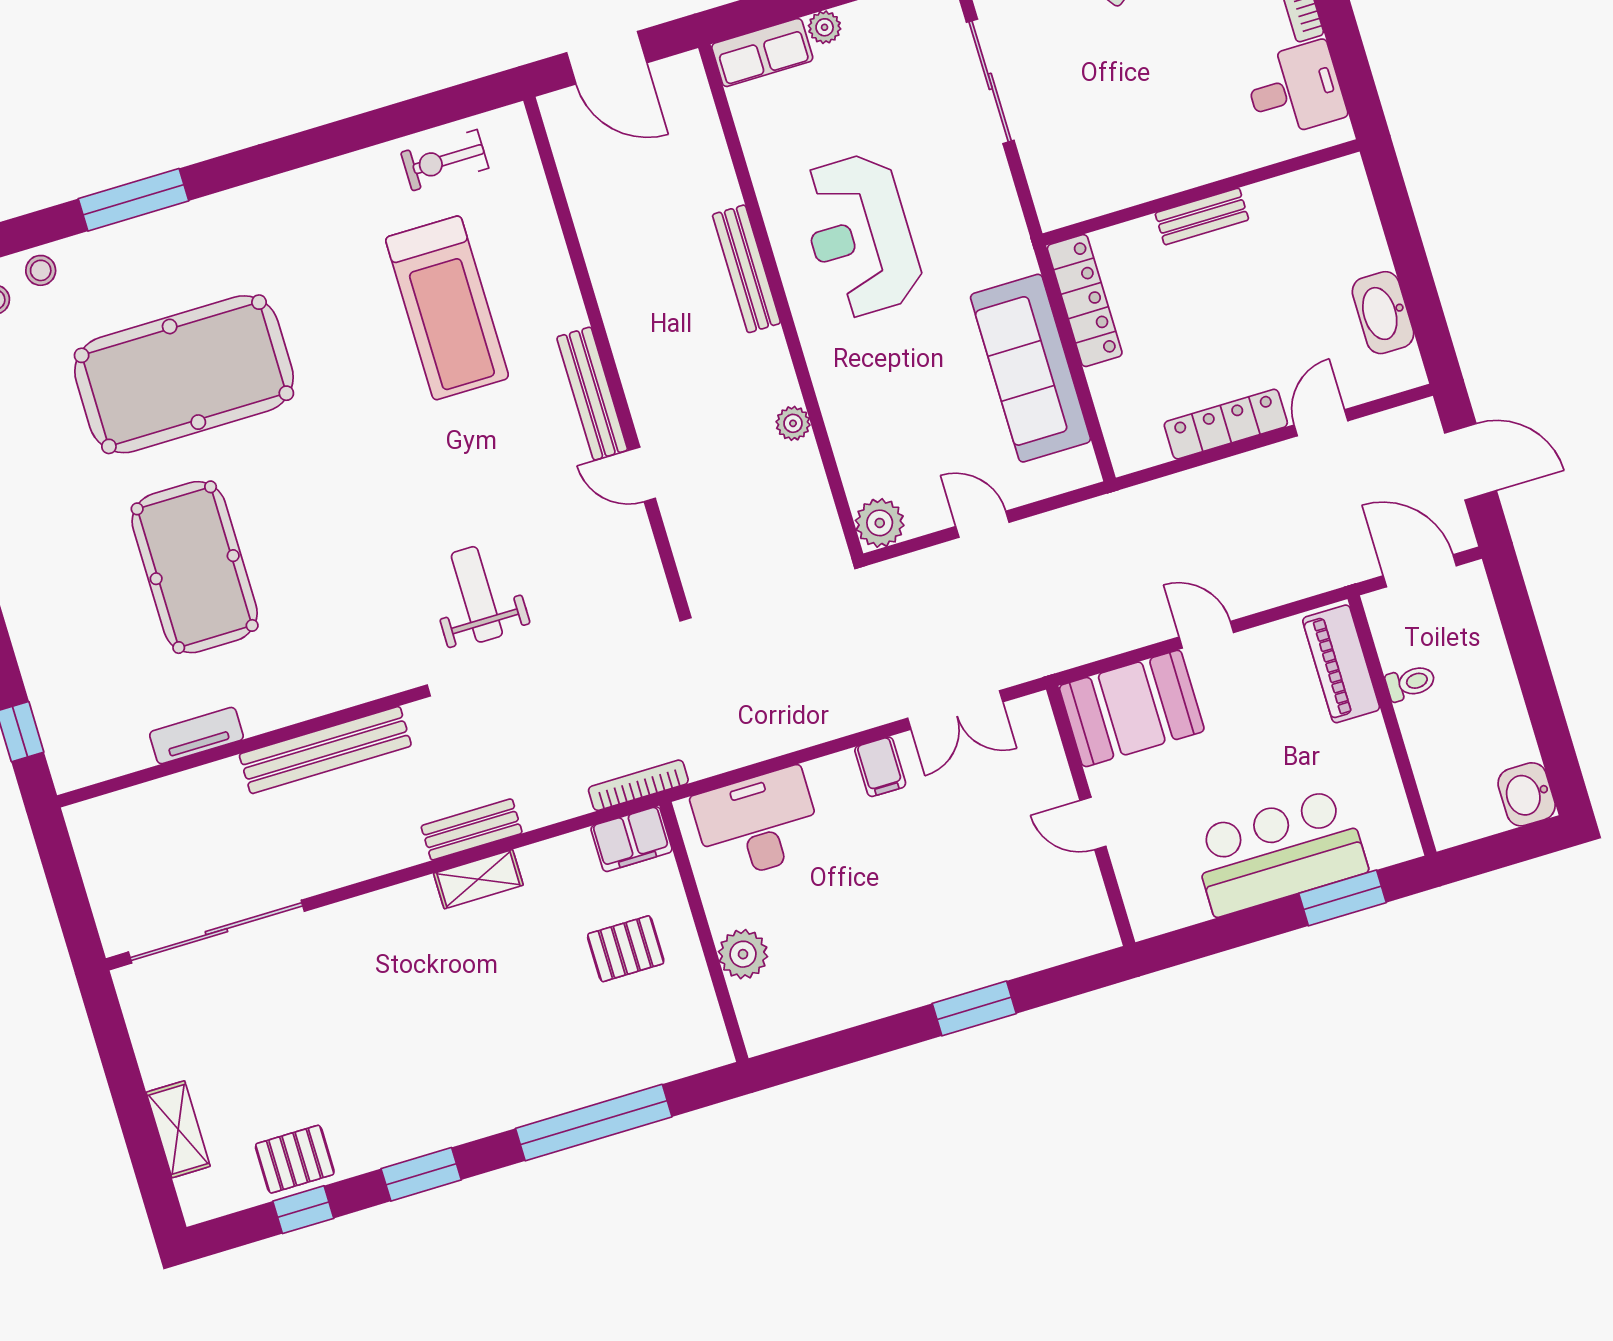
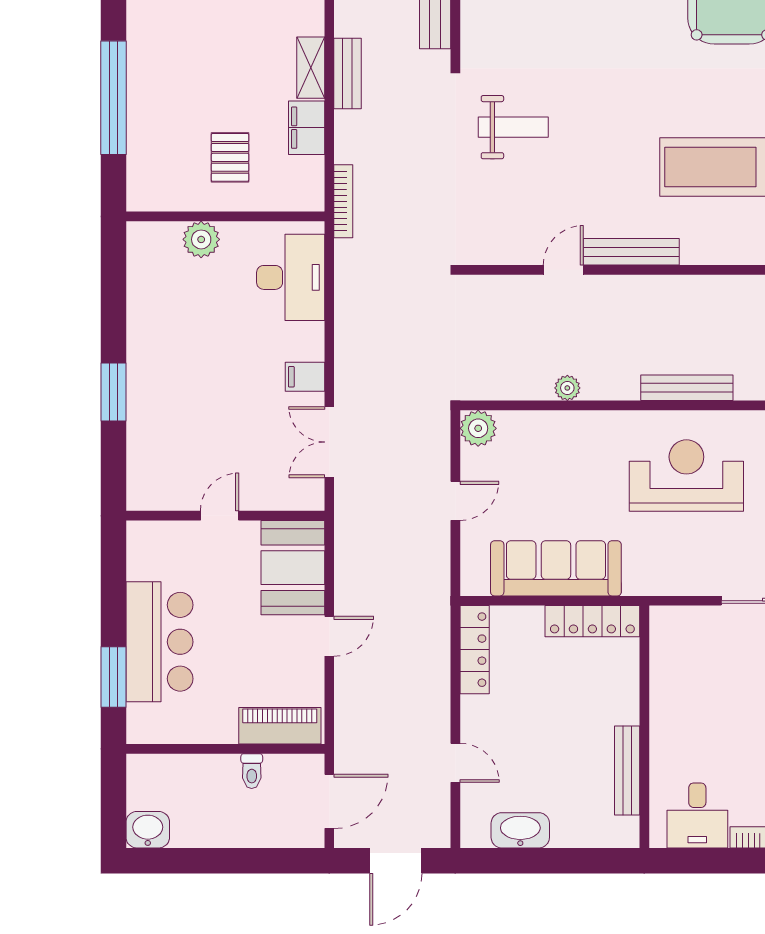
bench: (1202, 216) -> (627, 771), moved, width x1.36
locker: (1226, 424) -> (475, 650), moved
filing cabinet: (631, 839) -> (307, 128), moved

